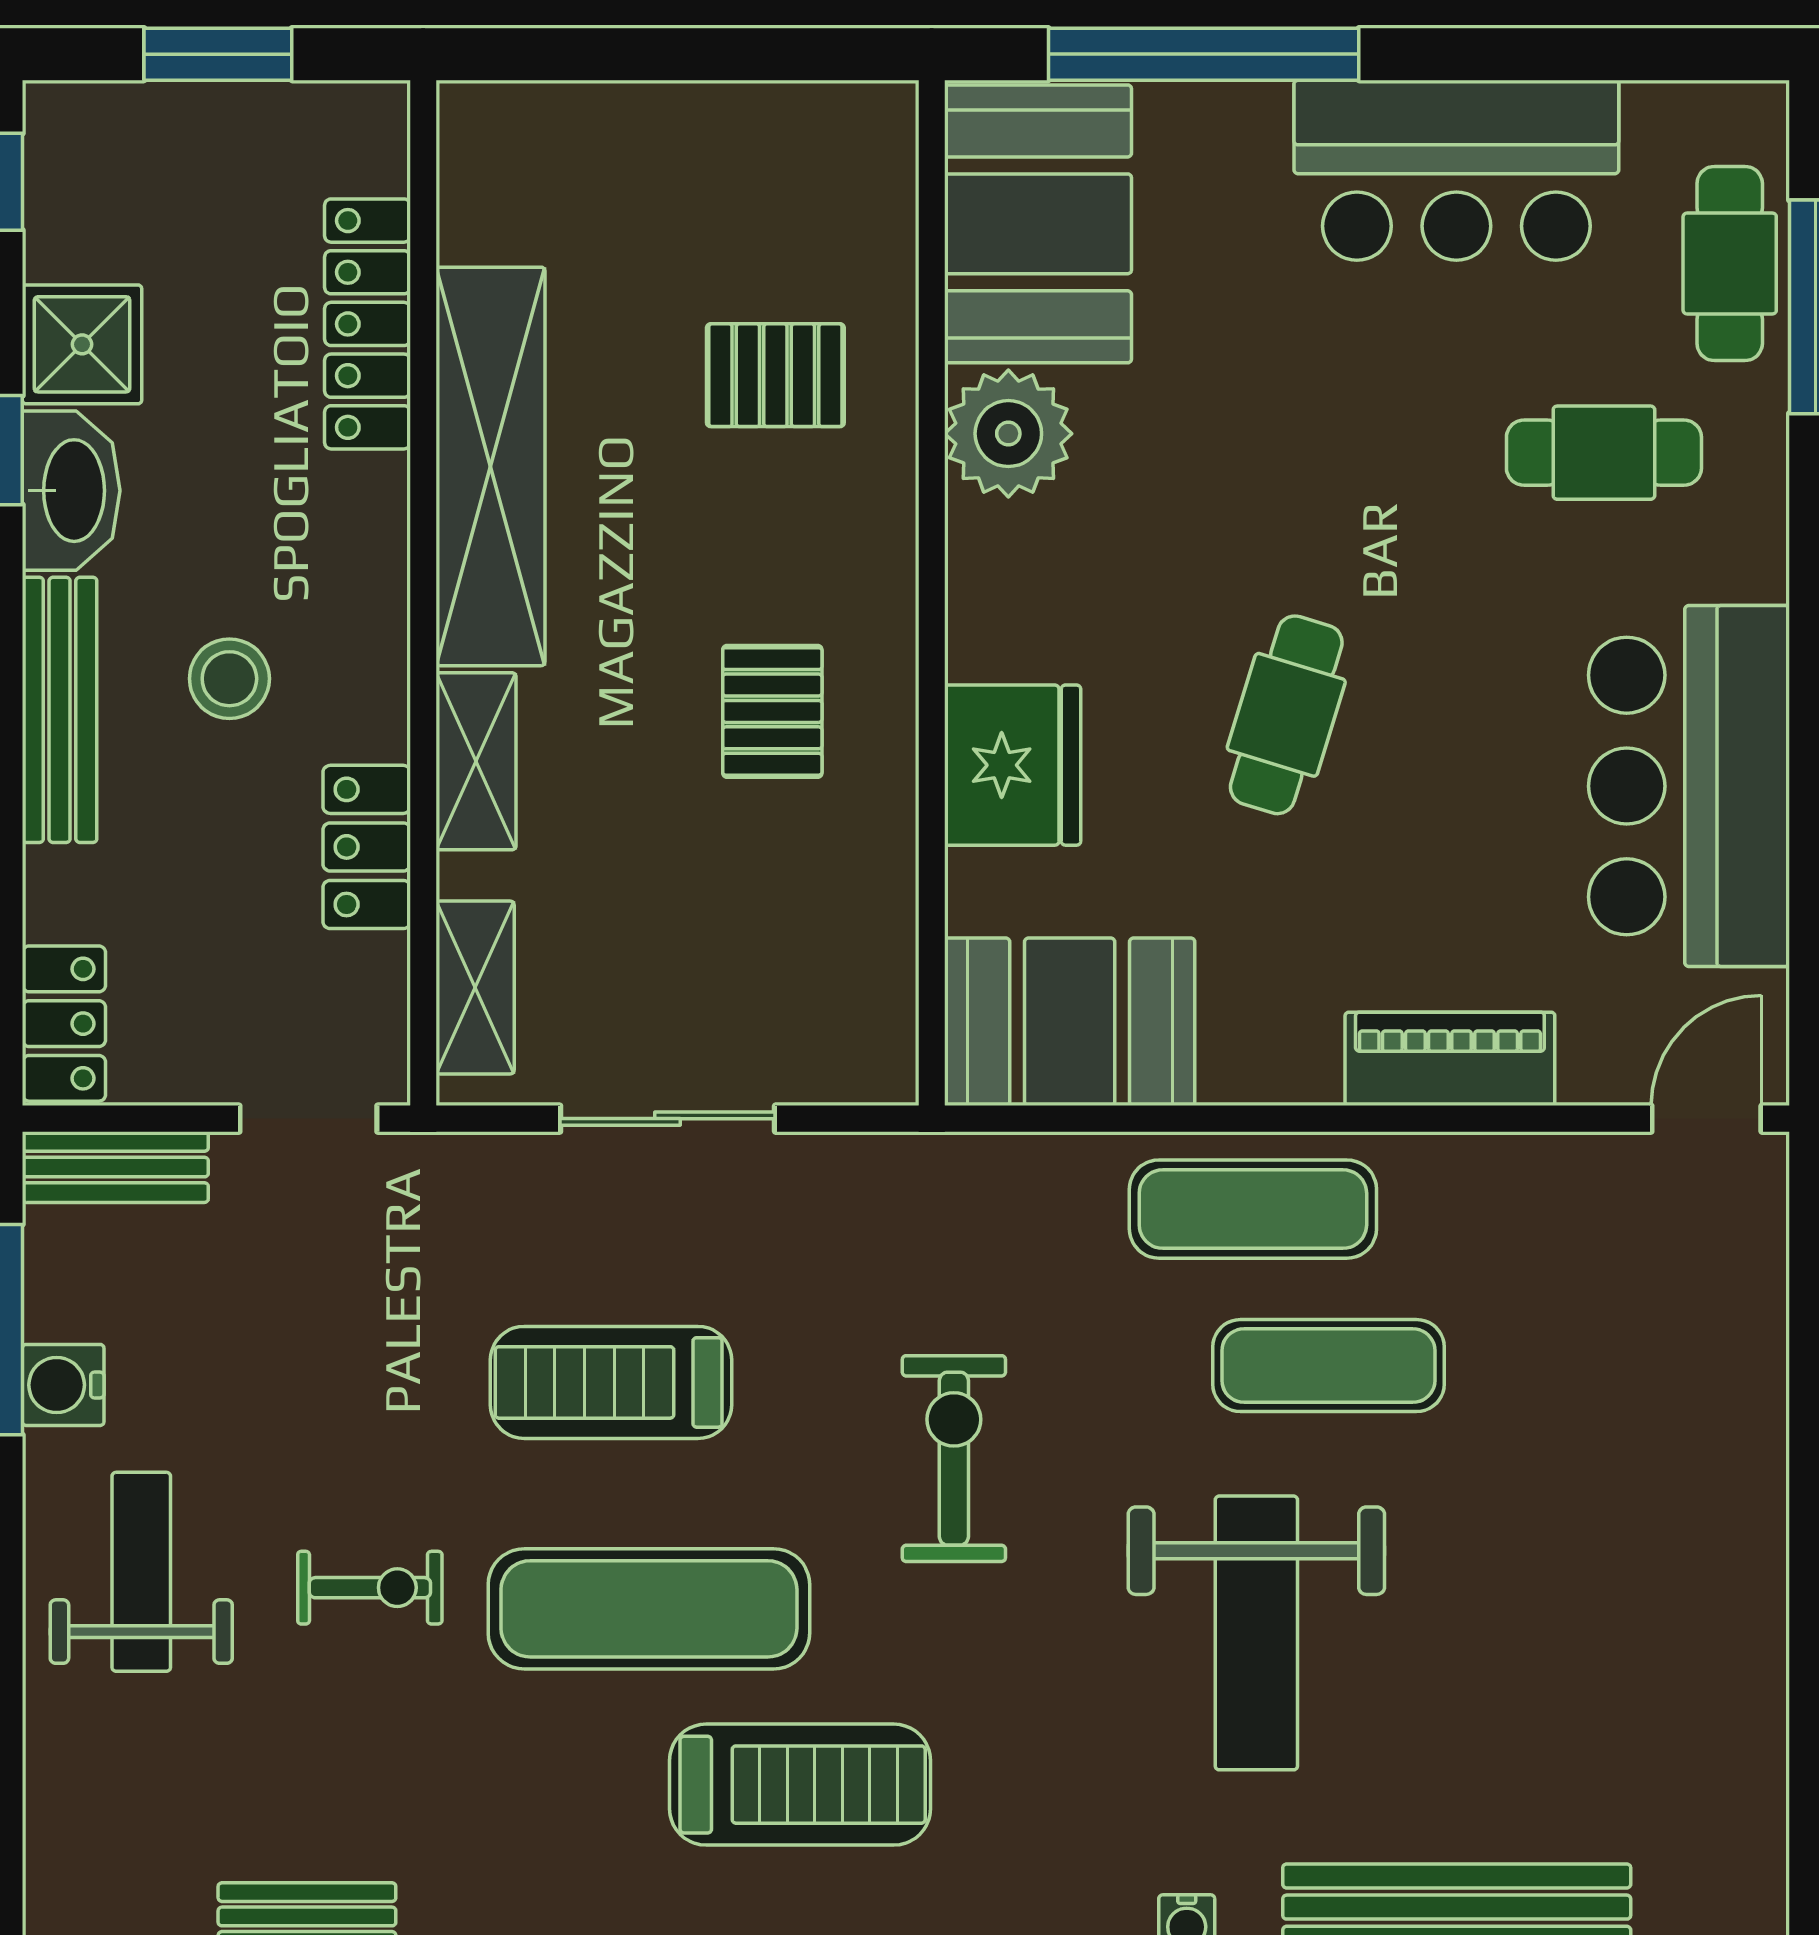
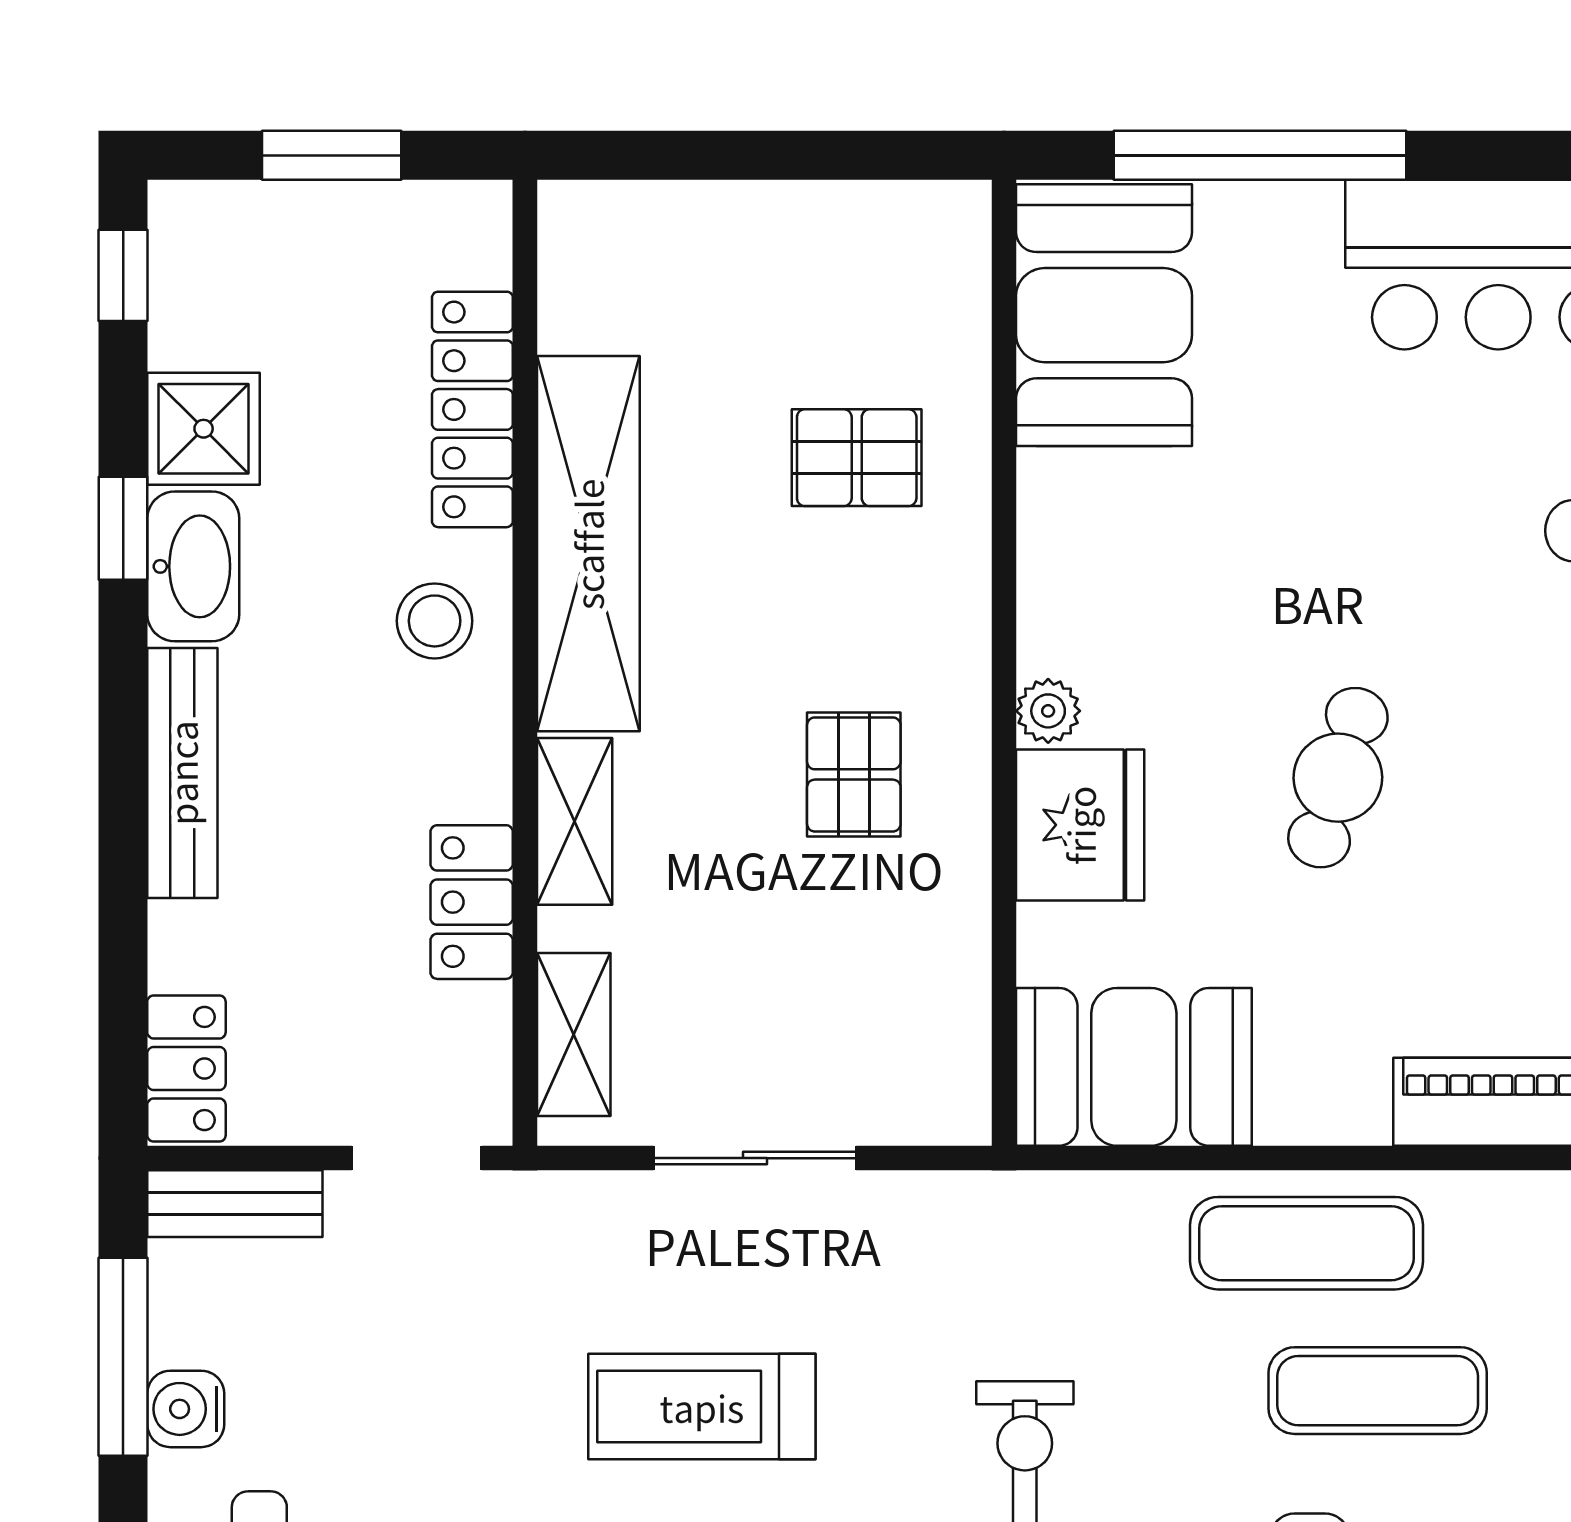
plant: (1008, 434) -> (1048, 711), moved, width x0.53, depth x0.53
stool: (229, 679) -> (435, 621), moved

